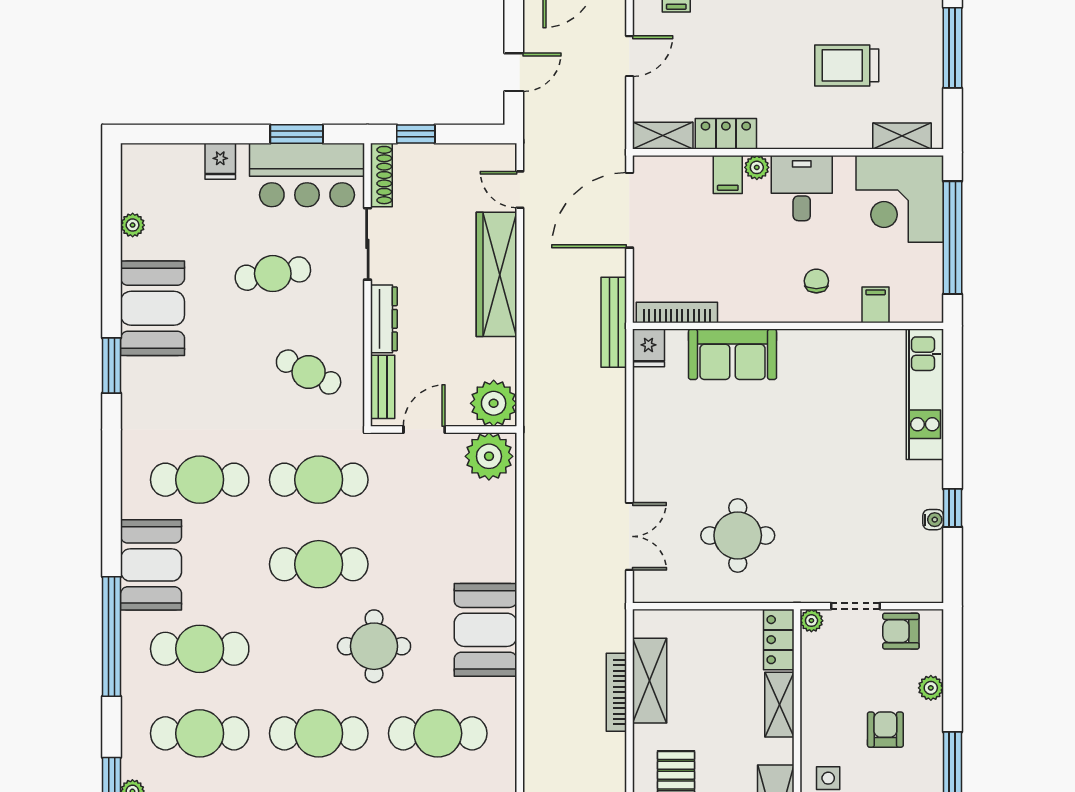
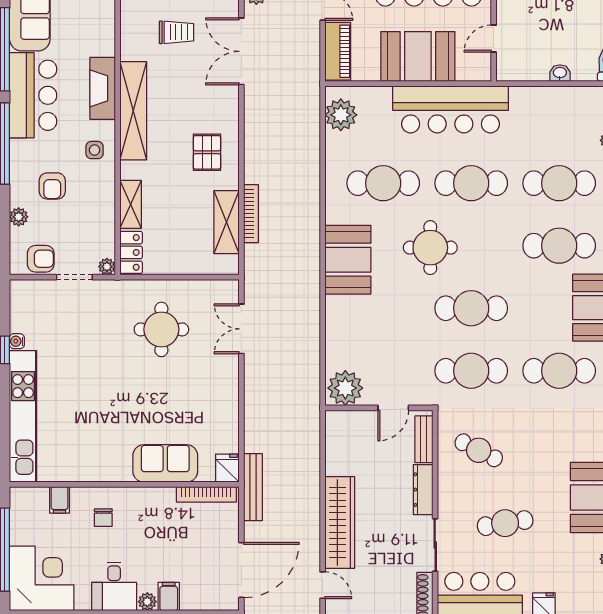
kitchen unit: (925, 394) -> (23, 416), width x1.36
plant: (494, 403) -> (342, 427), removed

